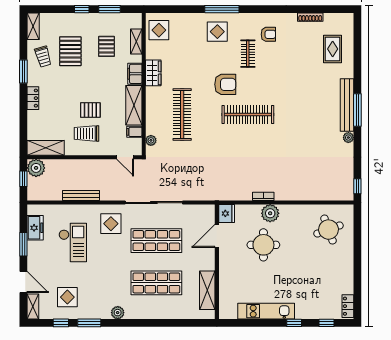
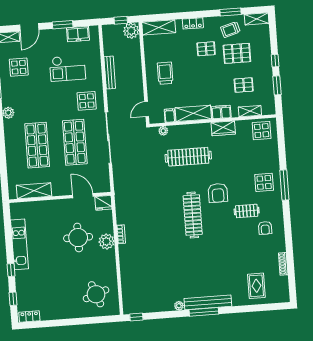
rug: (333, 49) -> (256, 286), turned 90
window: (23, 71) -> (230, 12), moved
pallet: (90, 110) -> (206, 49), moved, turned 90
shelving: (46, 148) -> (159, 27), moved, turned 90

